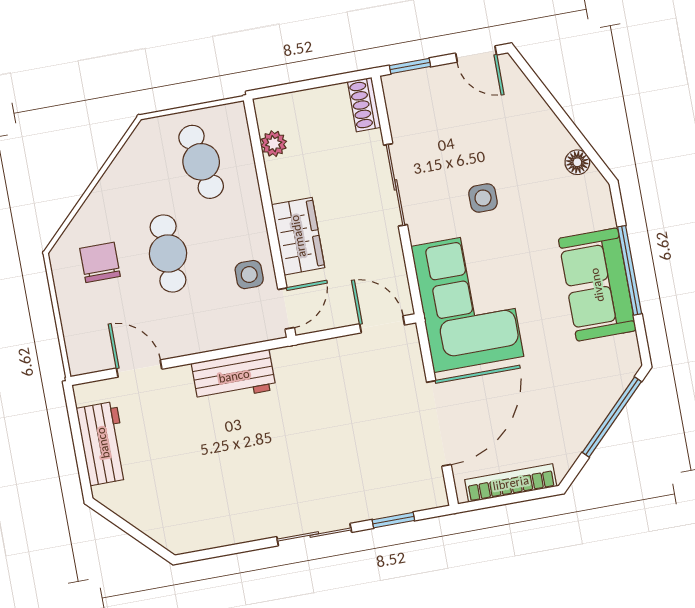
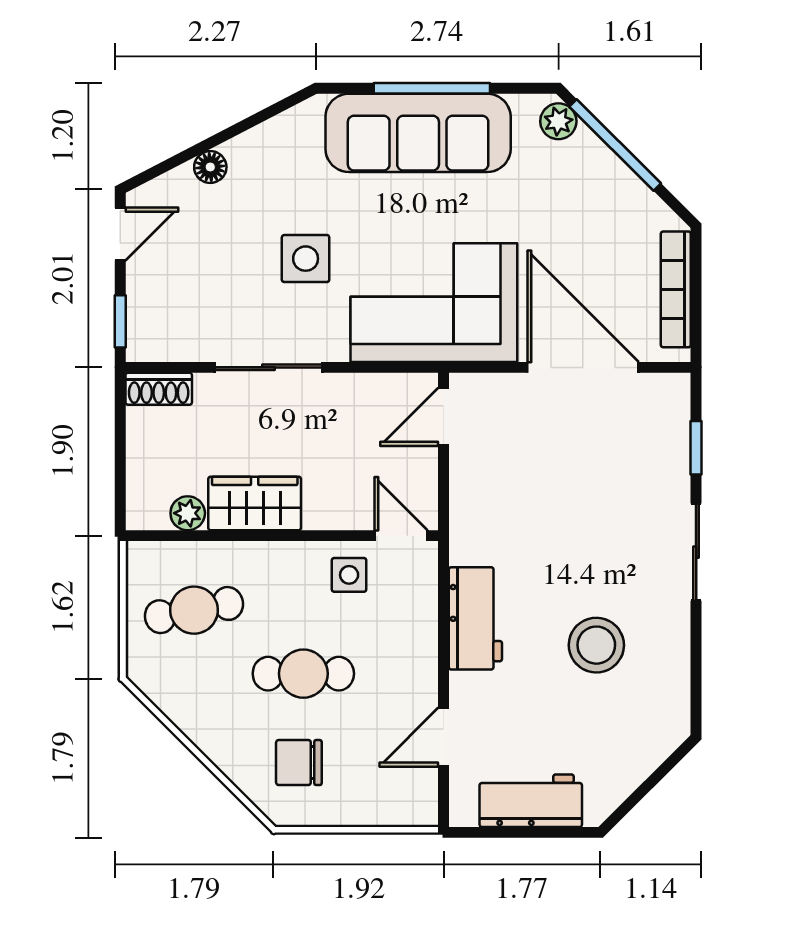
floor lamp: (577, 162) -> (210, 167), moved
side table: (483, 198) -> (306, 259), width x1.37, depth x1.37
wardrobe: (298, 236) -> (255, 503), moved
sofa: (597, 285) -> (418, 133), width x1.36
plant: (622, 371) -> (558, 121), added
stool: (230, 472) -> (596, 645), added

